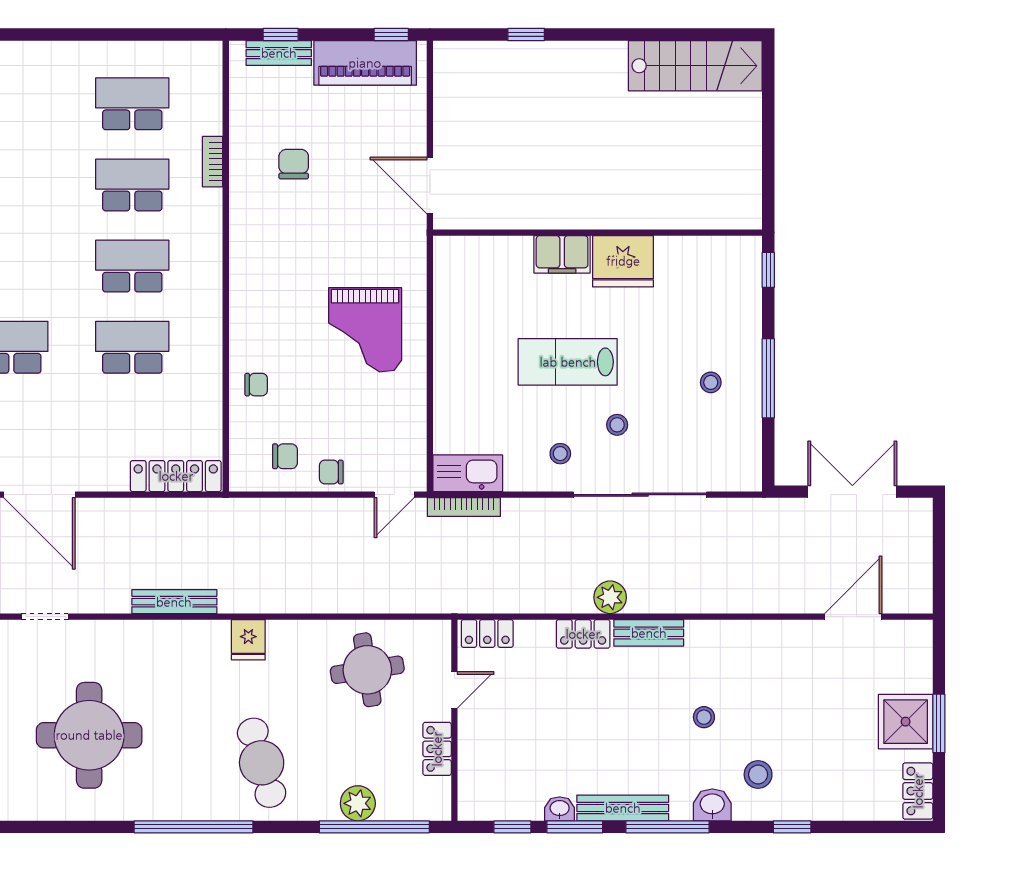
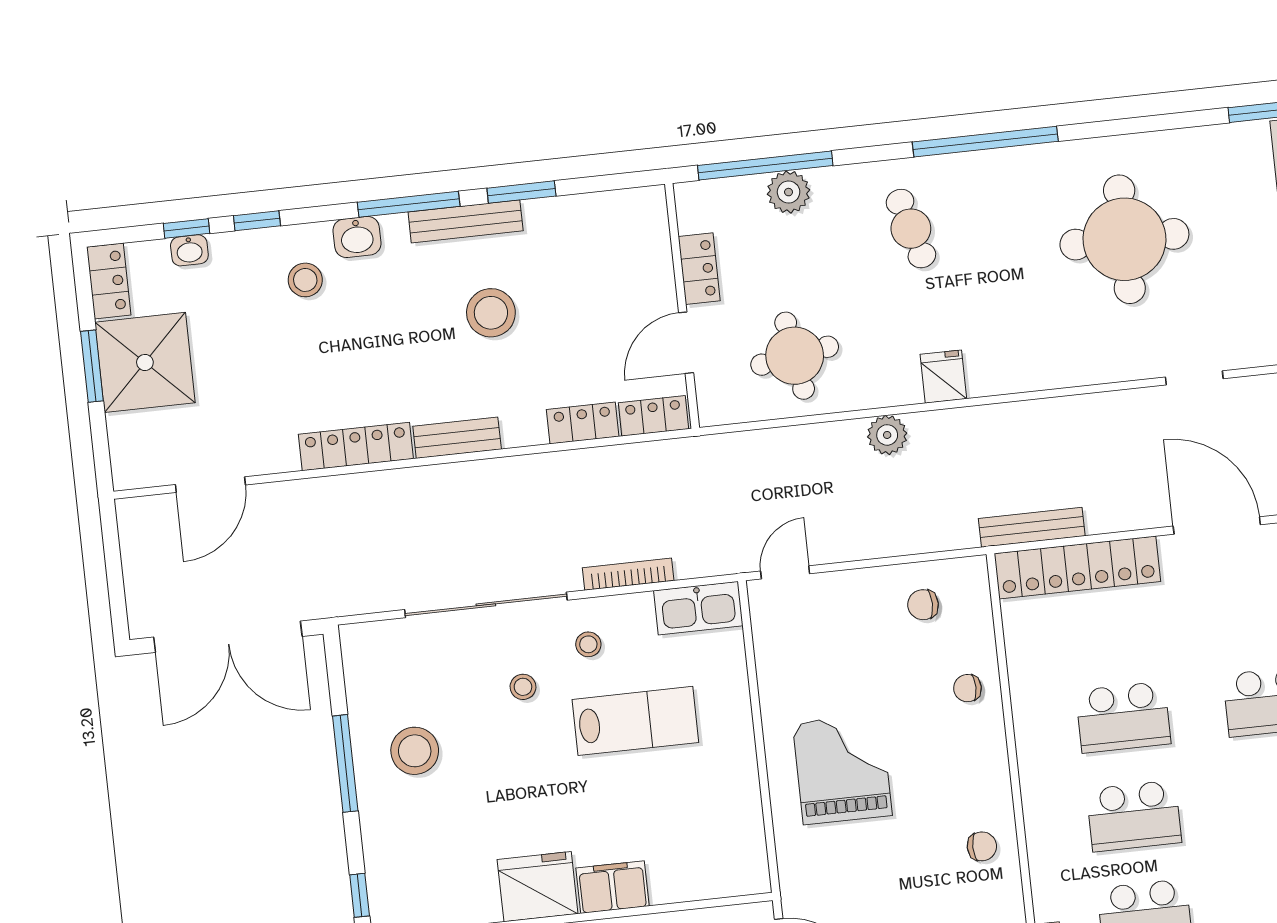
lab bench: (568, 362) -> (635, 721), moved
stool: (711, 382) -> (415, 751), width x1.89, depth x1.89
chair: (331, 472) -> (982, 846), moved
locker: (176, 476) -> (1077, 568), width x1.41, depth x1.21
double door: (852, 492) -> (228, 637), width x1.36
bookcase: (464, 507) -> (628, 574), moved
plant: (610, 597) -> (887, 435), moved
bench: (174, 602) -> (1032, 527), moved
locker: (583, 634) -> (583, 423), moved
locker: (732, 635) -> (356, 447), added
door: (454, 690) -> (686, 343), width x1.38
stool: (704, 717) -> (491, 313), moved, width x1.89, depth x1.89
shower: (906, 722) -> (145, 362), width x1.37, depth x1.37
cafe table: (262, 763) -> (911, 229), width x0.73, depth x0.74
washbasin: (560, 809) -> (189, 250), moved
window: (512, 827) -> (186, 228), moved

